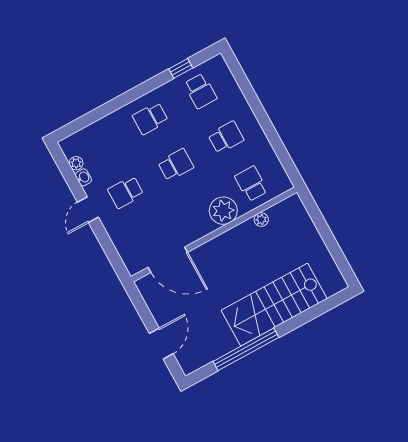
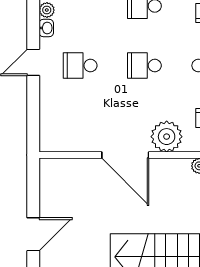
school desk: (176, 165) -> (144, 66), turned 180
door: (168, 260) -> (125, 155), moved

